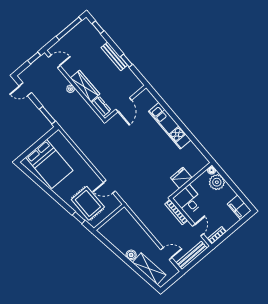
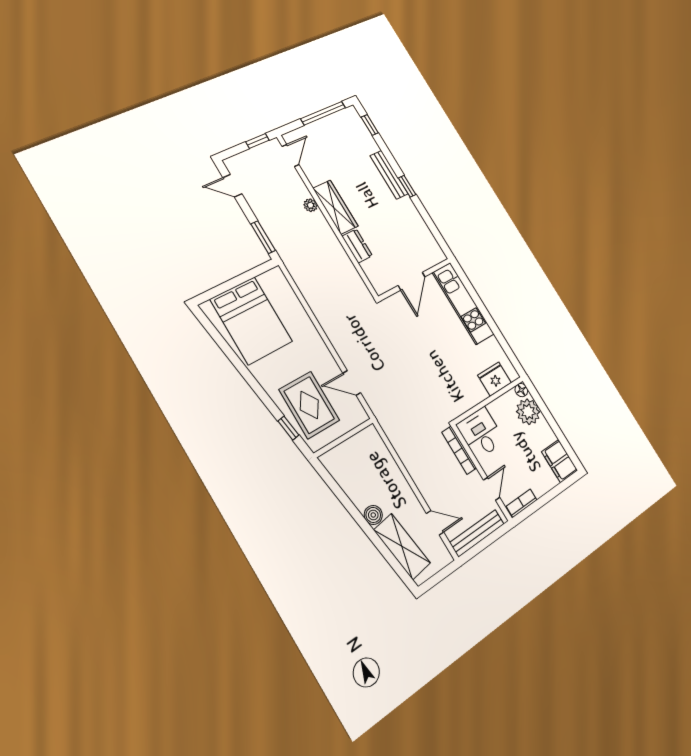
door: (54, 61) -> (290, 155), hinge flipped
wall: (126, 103) -> (415, 279), moved
door: (124, 105) -> (412, 281), moved
fridge: (181, 178) -> (495, 379), moved

